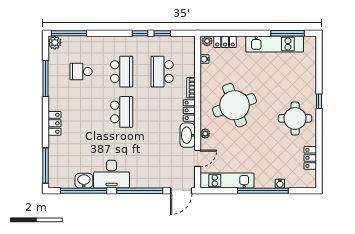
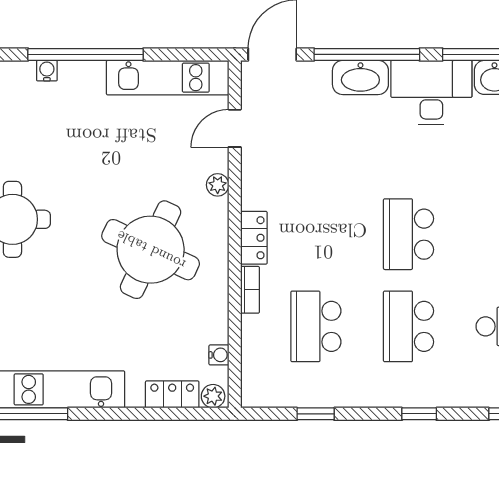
window: (140, 33) -> (419, 414), moved
school desk: (162, 72) -> (316, 326), turned 180
round table: (235, 105) -> (151, 250), turned 45
washbasin: (188, 135) -> (360, 77), moved, turned 90

